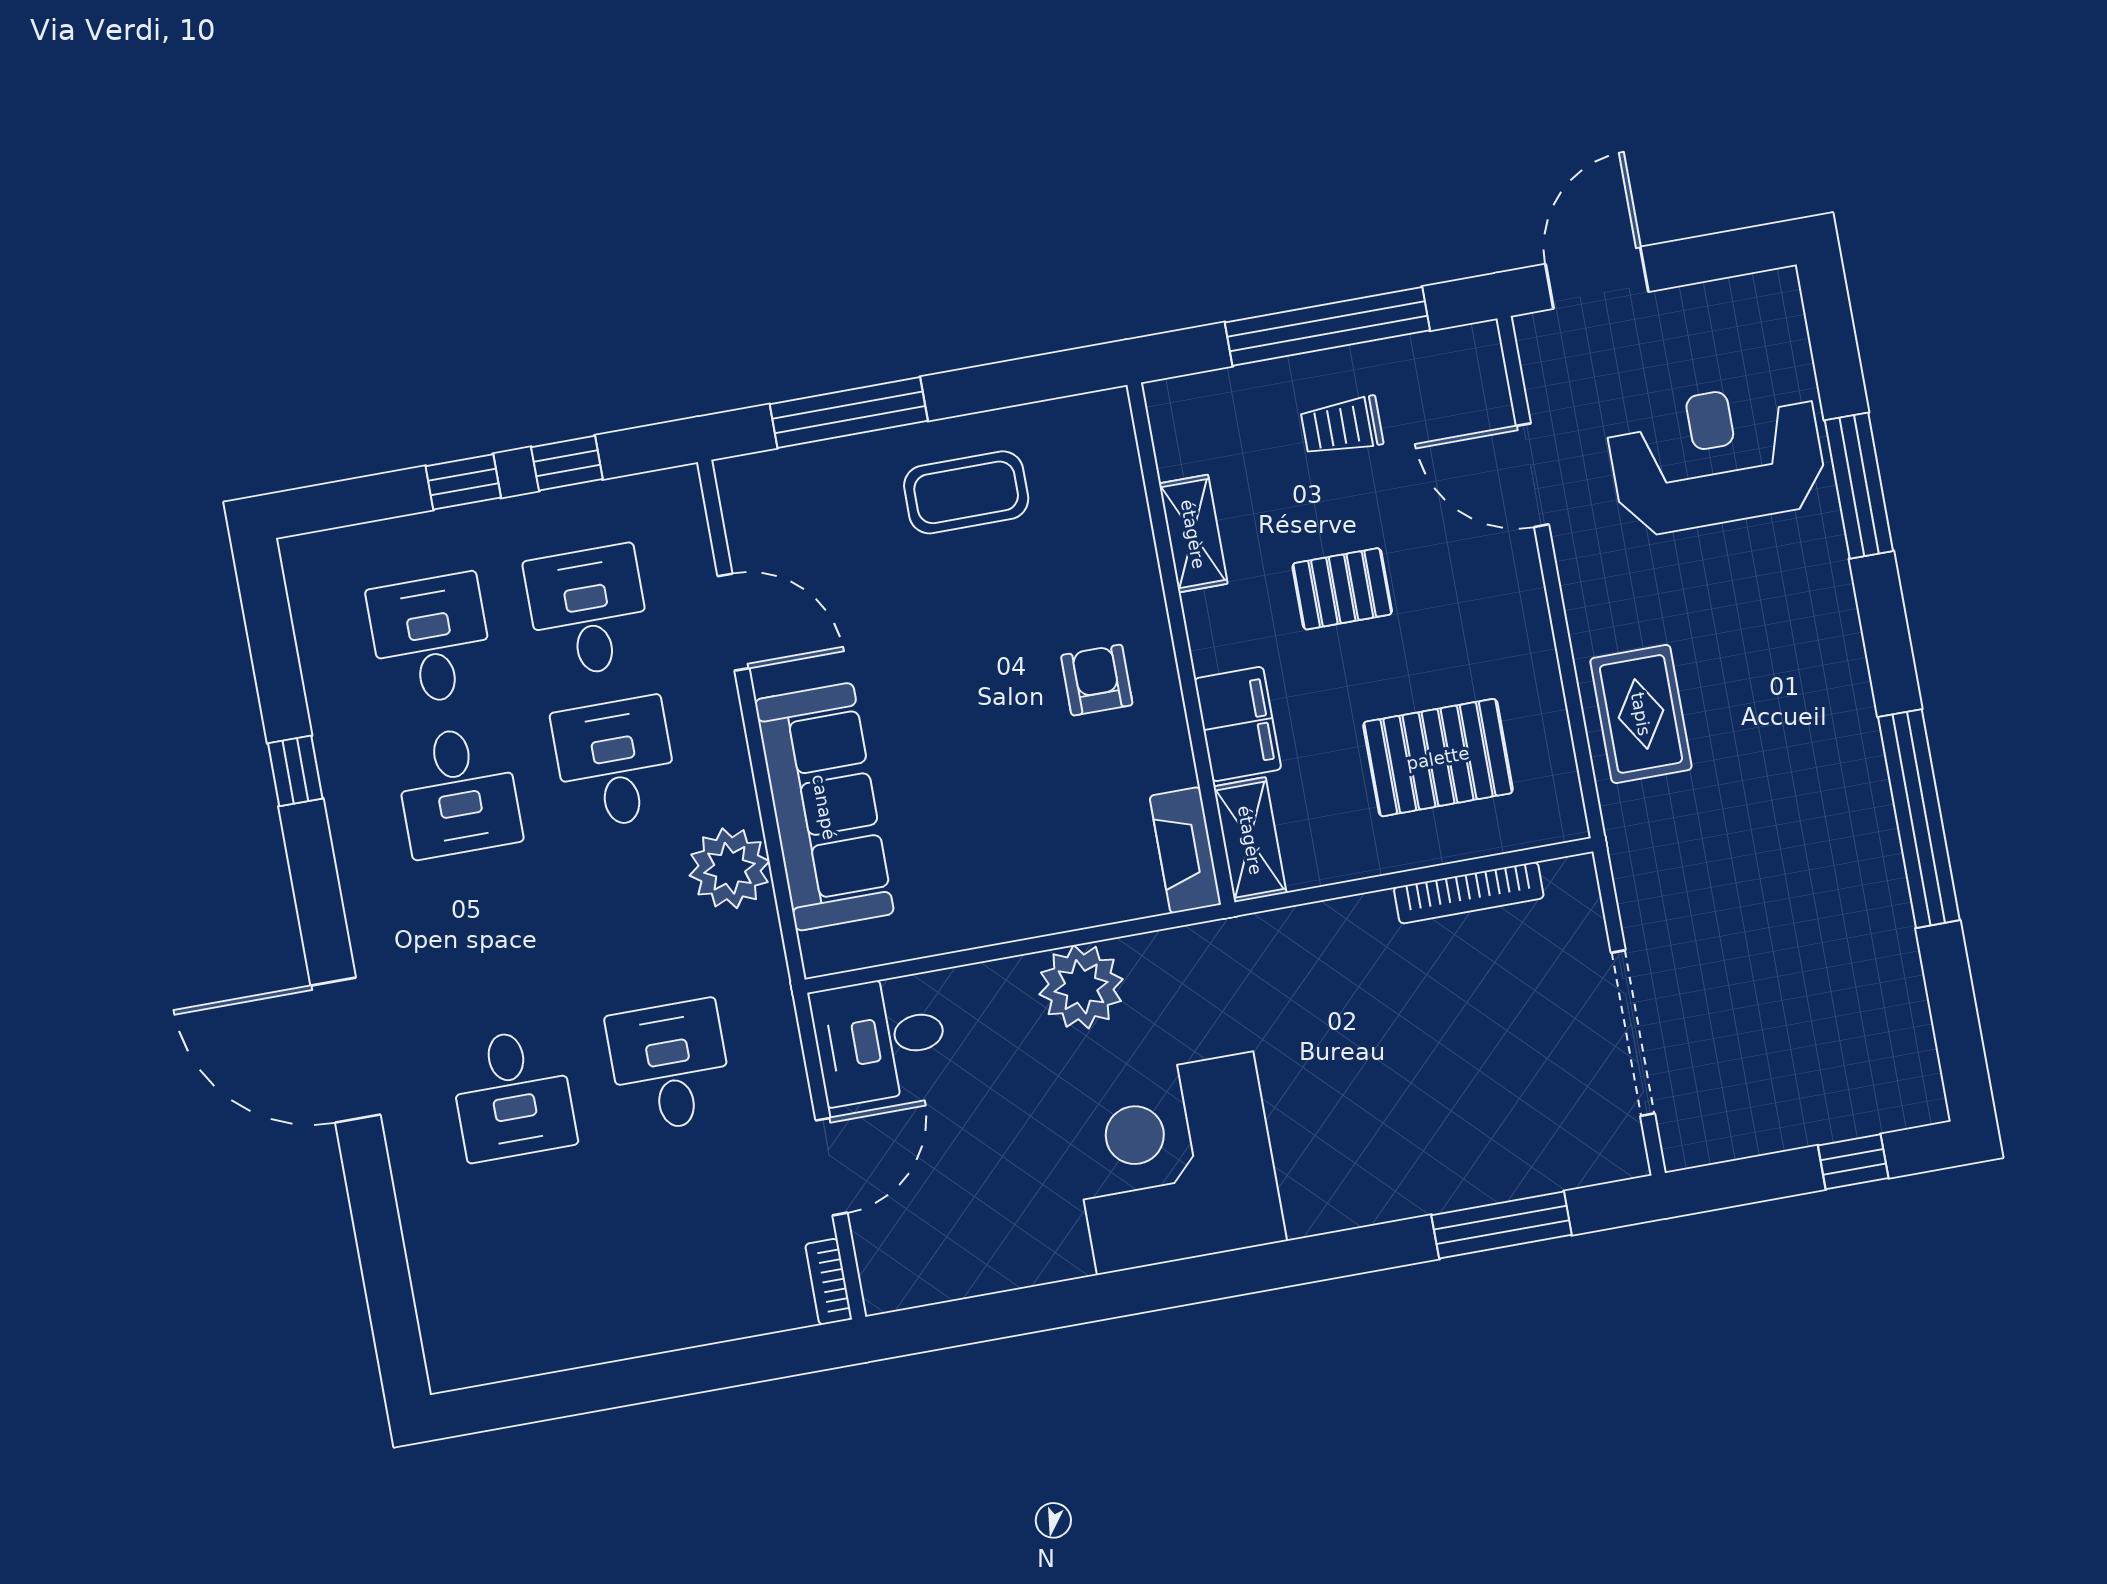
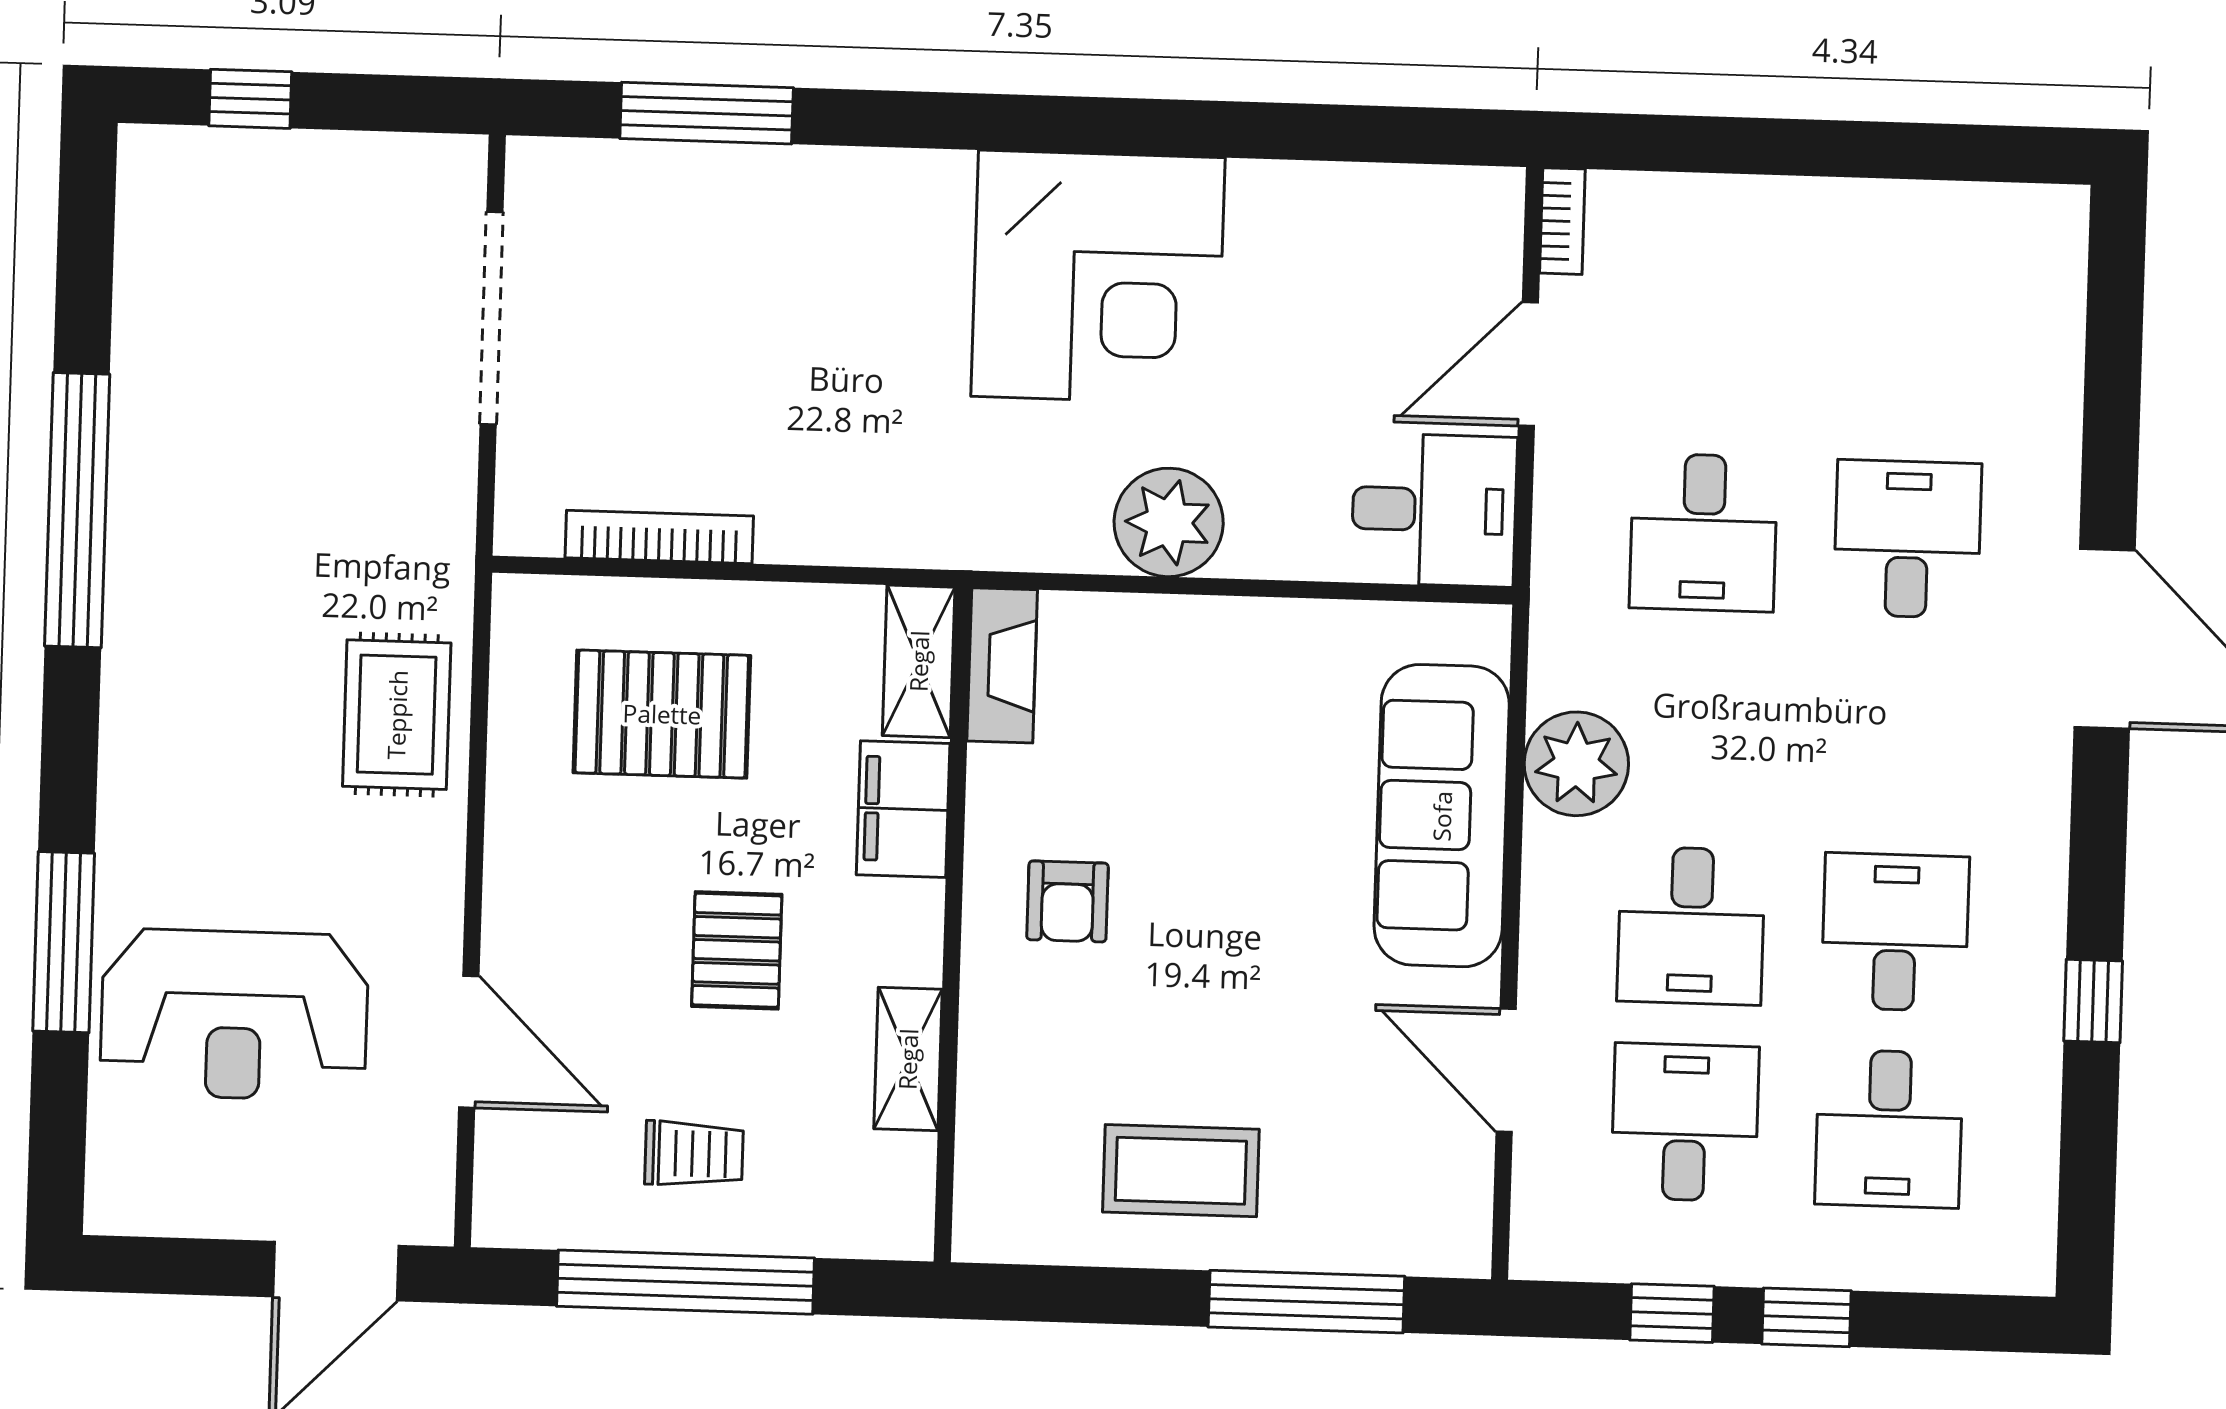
pallet: (1342, 589) -> (737, 950), turned 90
desk: (588, 611) -> (1685, 1122), turned 180

